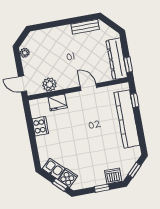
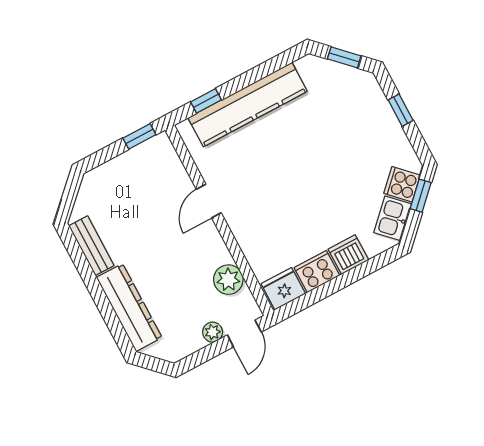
plant: (25, 53) -> (213, 332), moved
dresser: (117, 59) -> (129, 308), moved, turned -90
fridge: (57, 102) -> (283, 289), moved, turned -90
dishwasher: (113, 176) -> (348, 255), moved, turned 90

